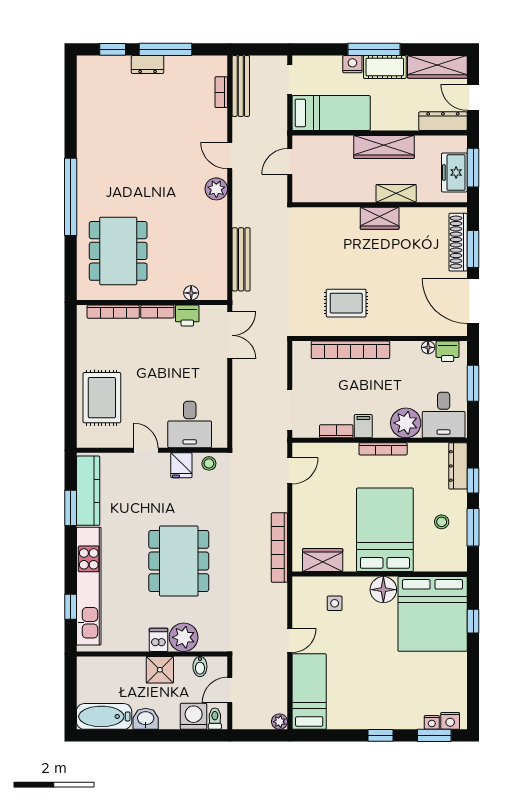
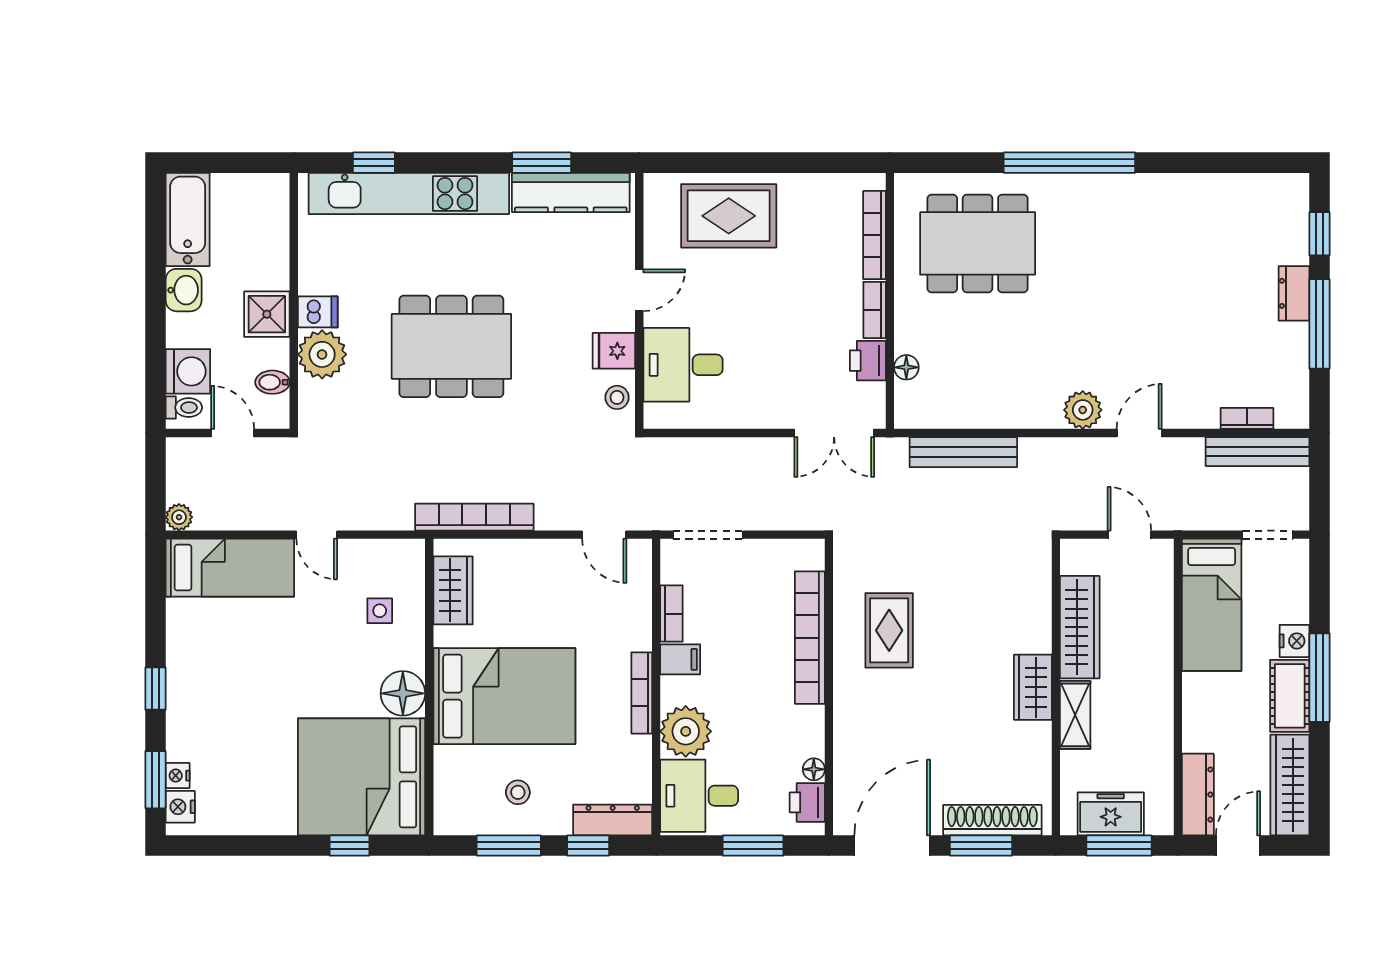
wardrobe: (384, 147) -> (1080, 627), moved, turned 180

